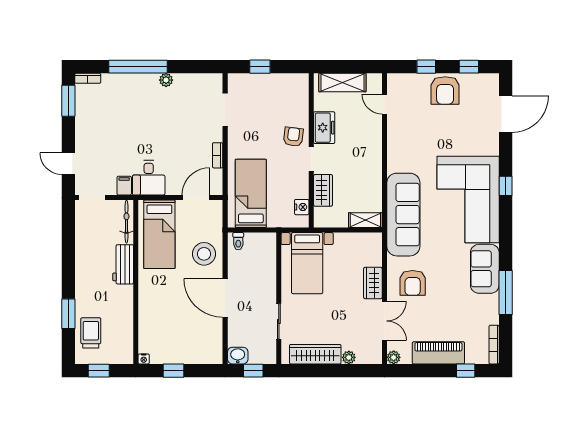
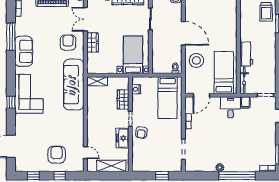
armchair: (445, 90) -> (57, 155), moved
corner sofa: (468, 199) -> (29, 94), width x0.73, depth x0.74

